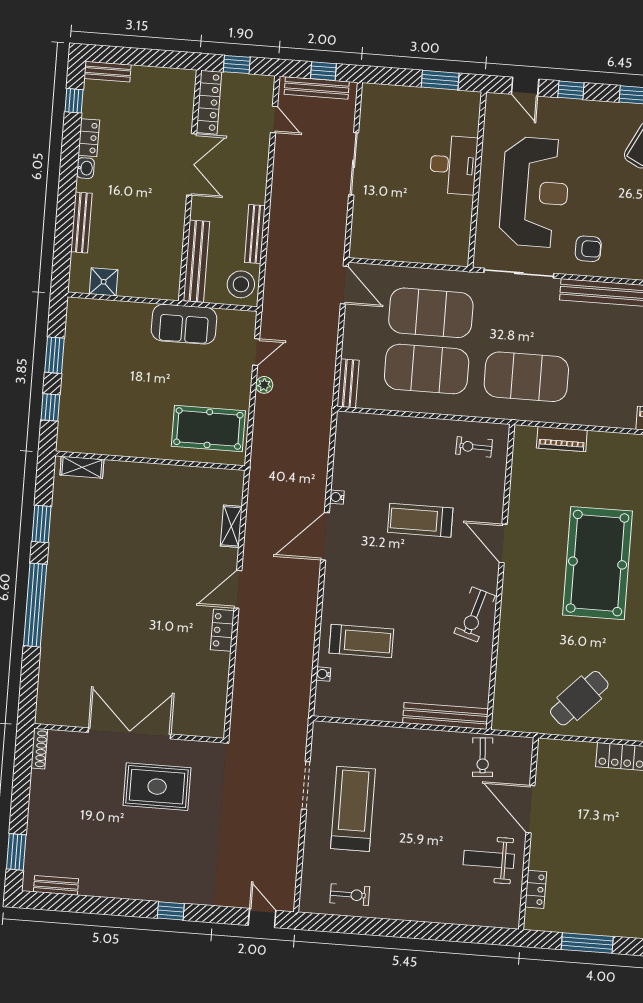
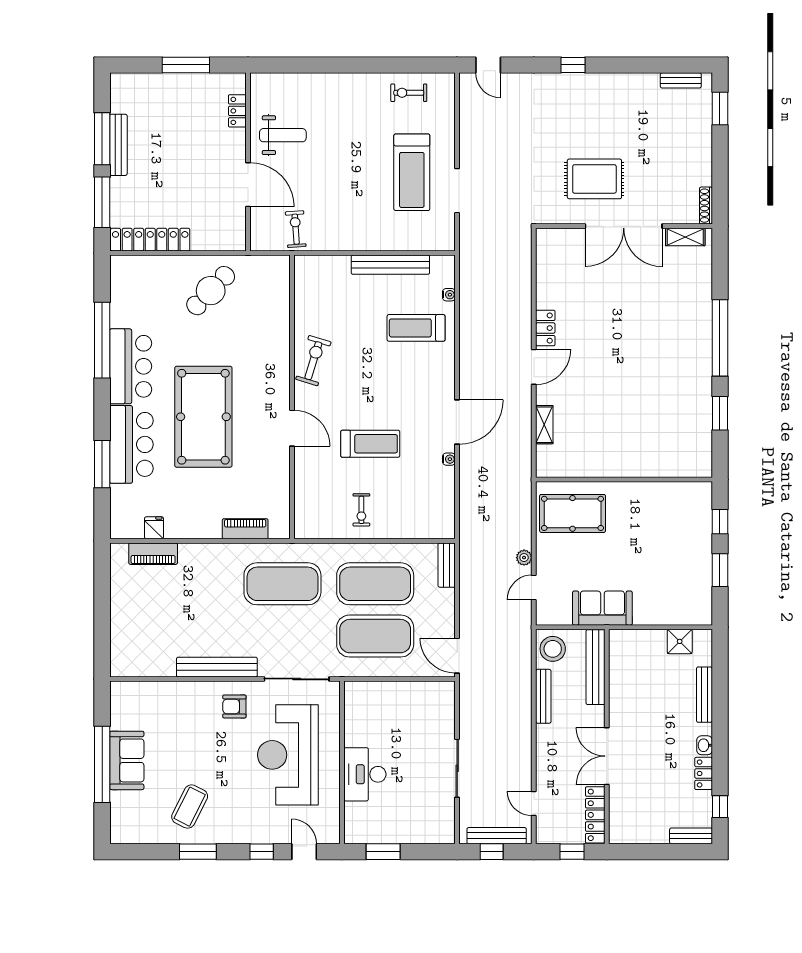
exercise bike: (474, 447) -> (361, 510), moved, turned 89
shelving: (82, 467) -> (685, 237), moved
bench: (445, 716) -> (390, 265), moved

